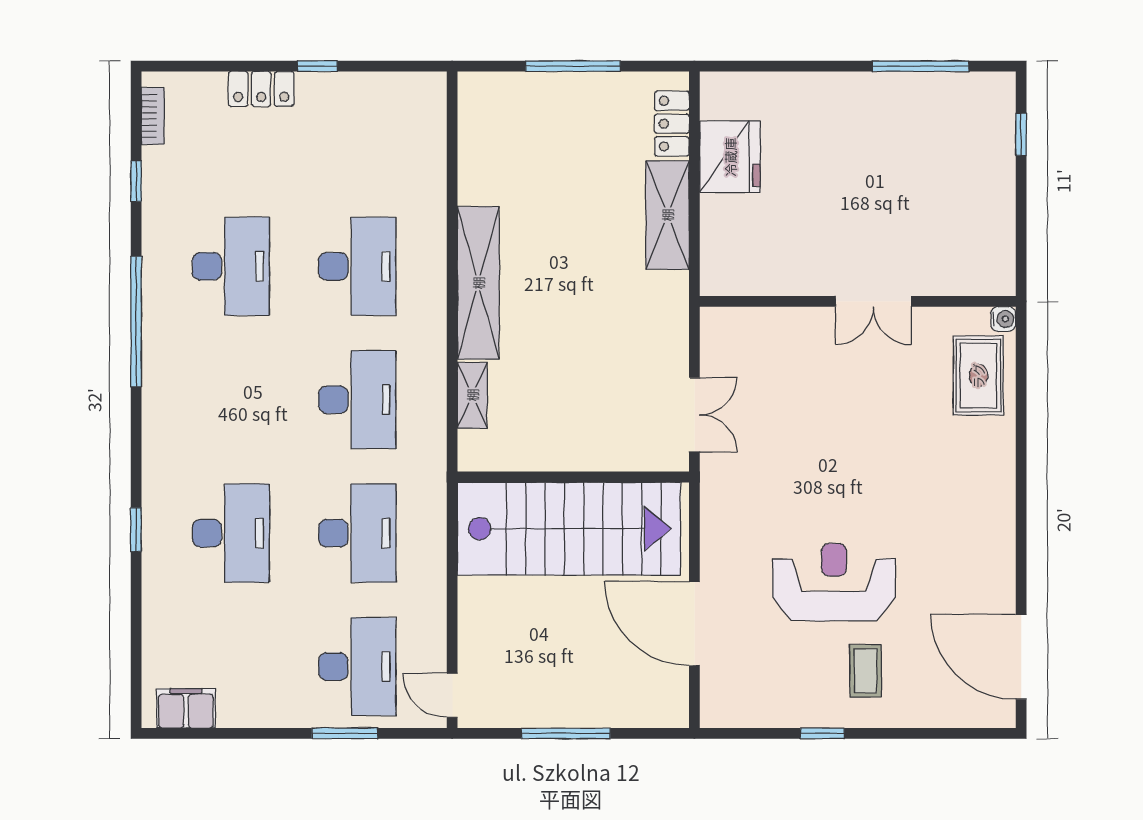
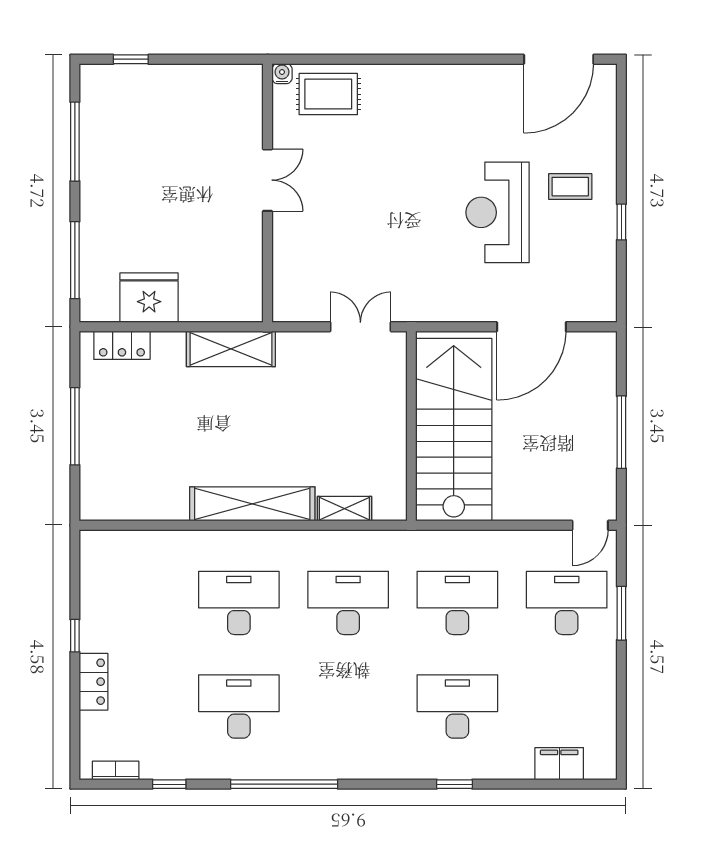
window: (776, 66) -> (75, 260), added
shelving: (667, 215) -> (231, 349), moved
filing cabinet: (186, 708) -> (559, 764), moved, turned 90

